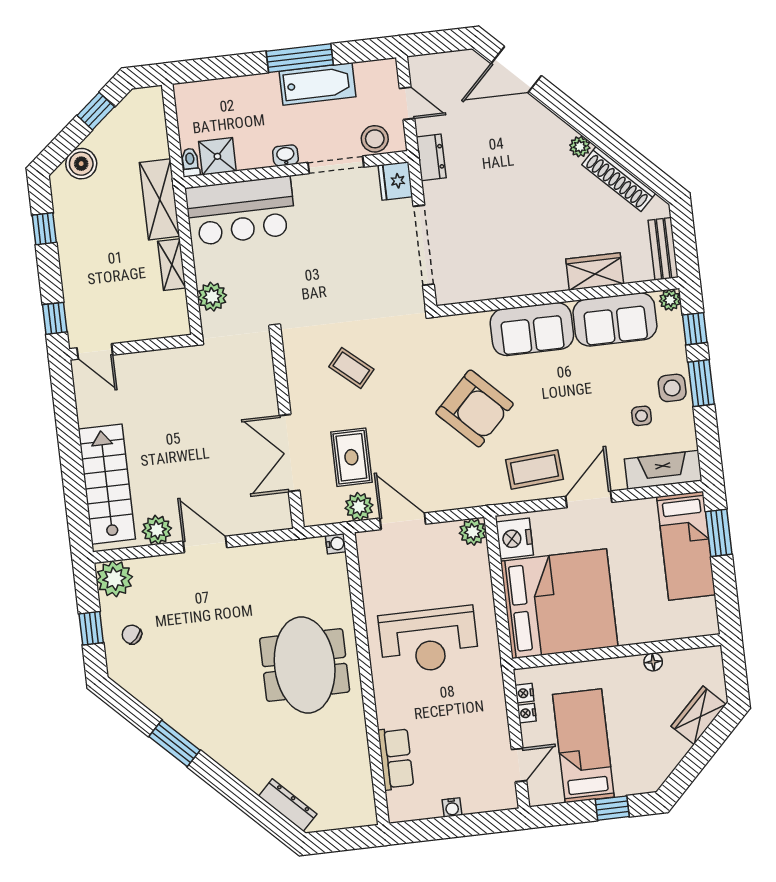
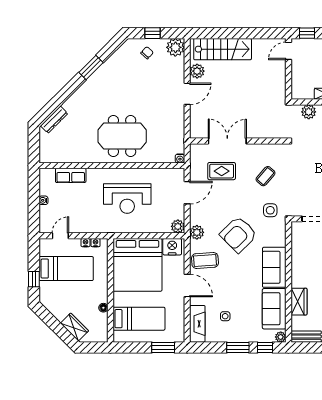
side table: (672, 388) -> (270, 210), moved
coffee table: (535, 469) -> (205, 260), turned 90
plant: (359, 507) -> (197, 232), moved
bed: (686, 546) -> (139, 319), moved, turned 180
reception desk: (429, 640) -> (127, 198), turned -90
door: (519, 765) -> (60, 236), swing flipped

